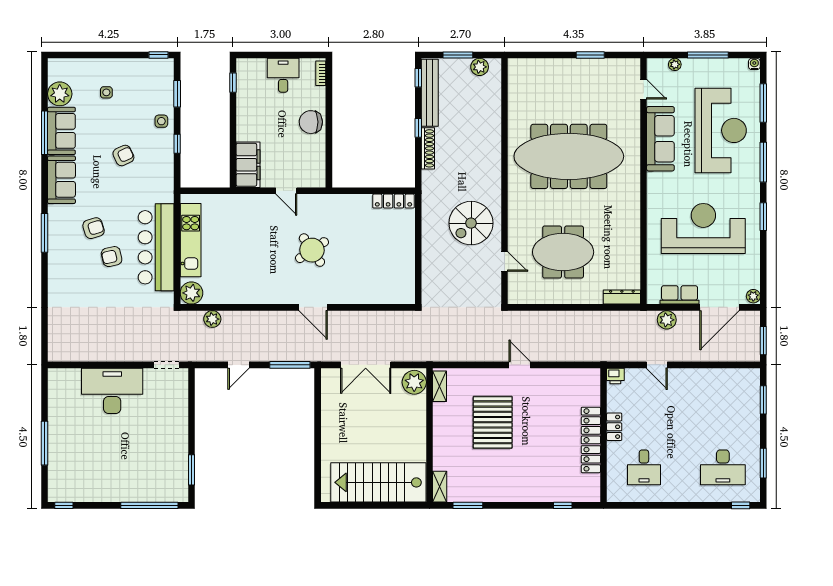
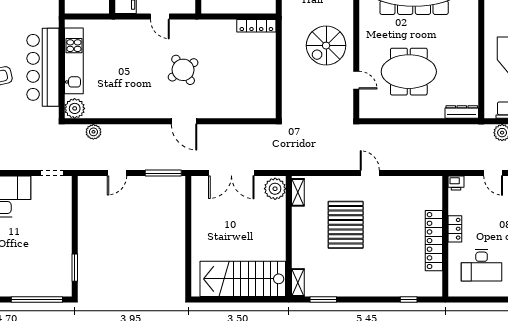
desk: (644, 467) -> (482, 265), width x1.37

